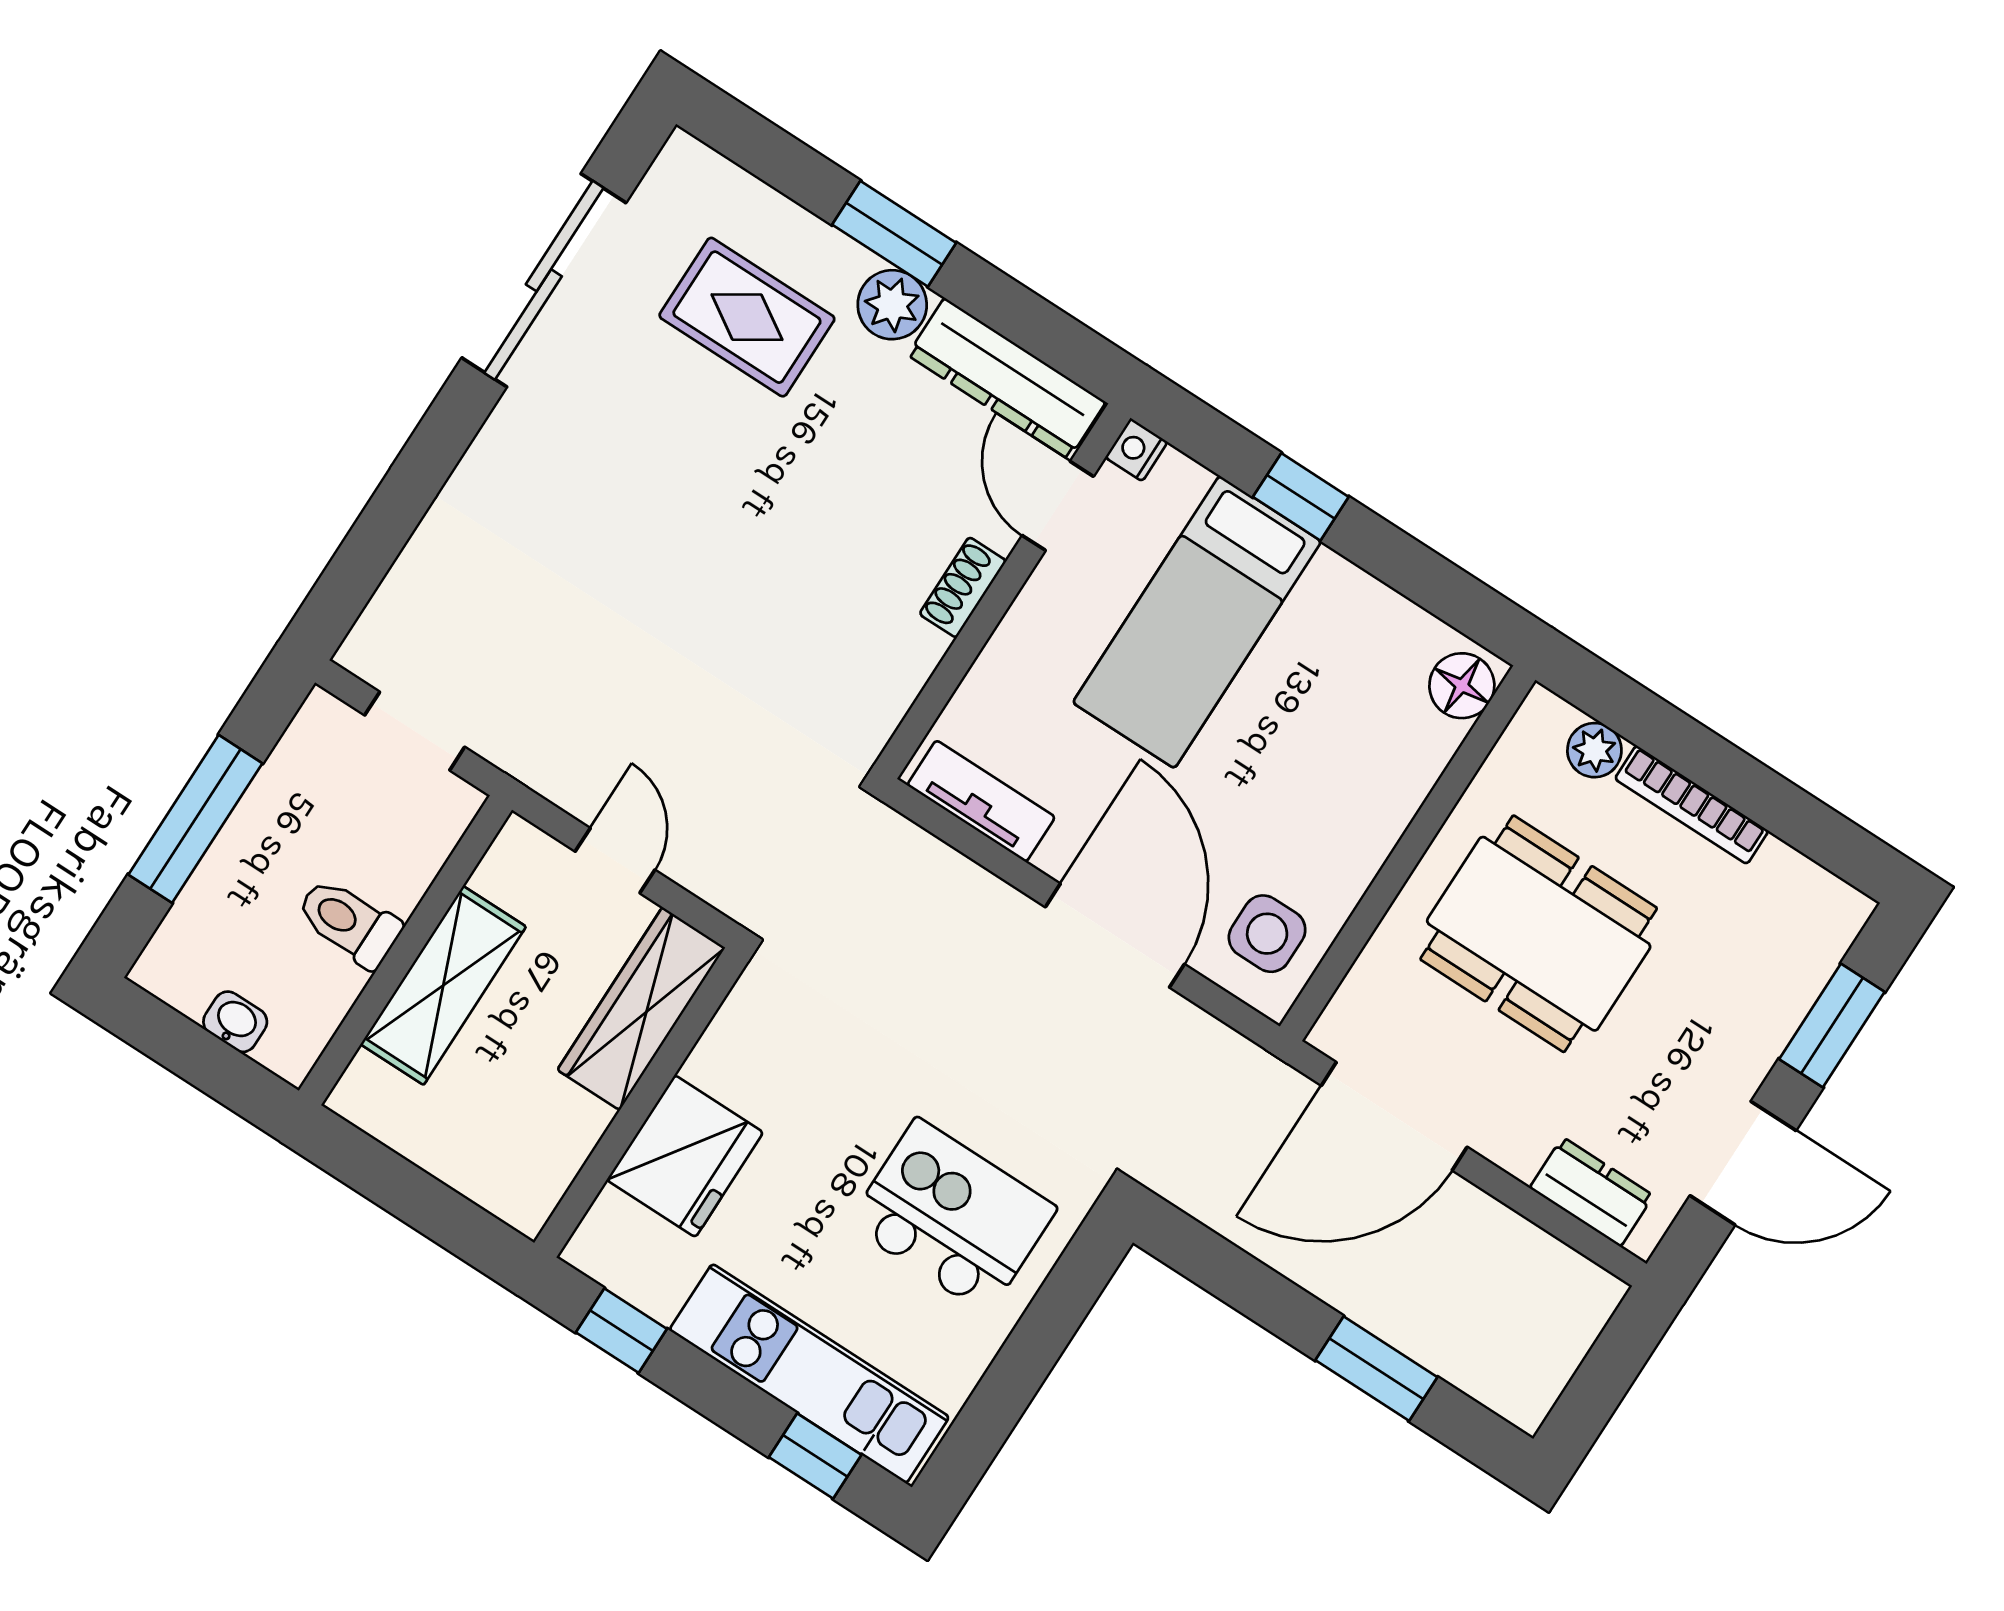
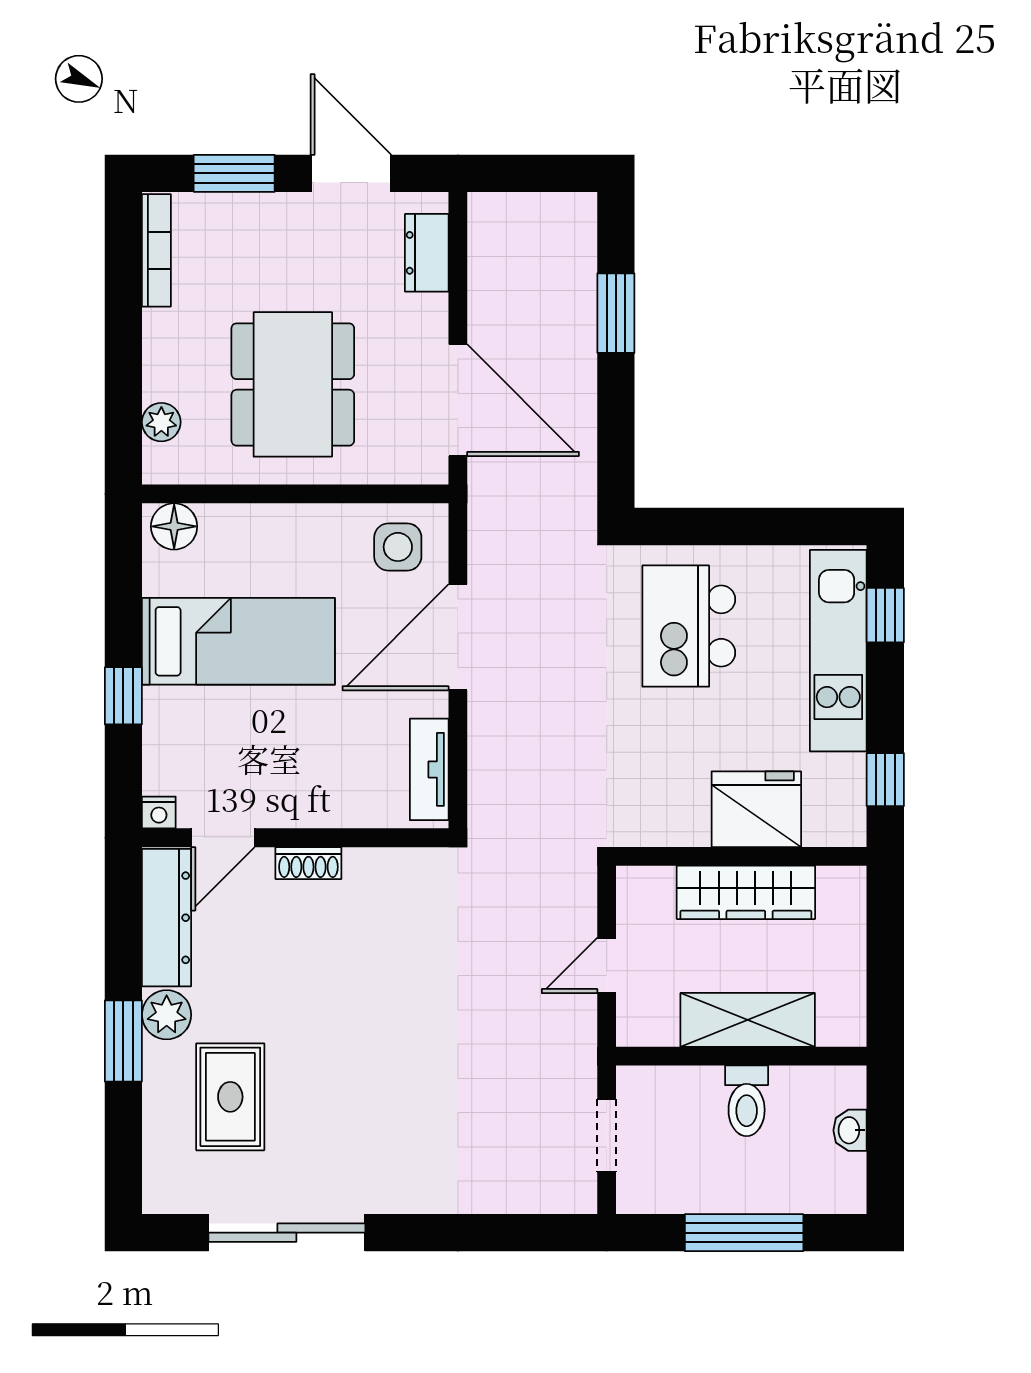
bed: (1197, 622) -> (238, 641), moved
bookcase: (1692, 805) -> (156, 250), moved
wardrobe: (641, 1009) -> (746, 892), moved

